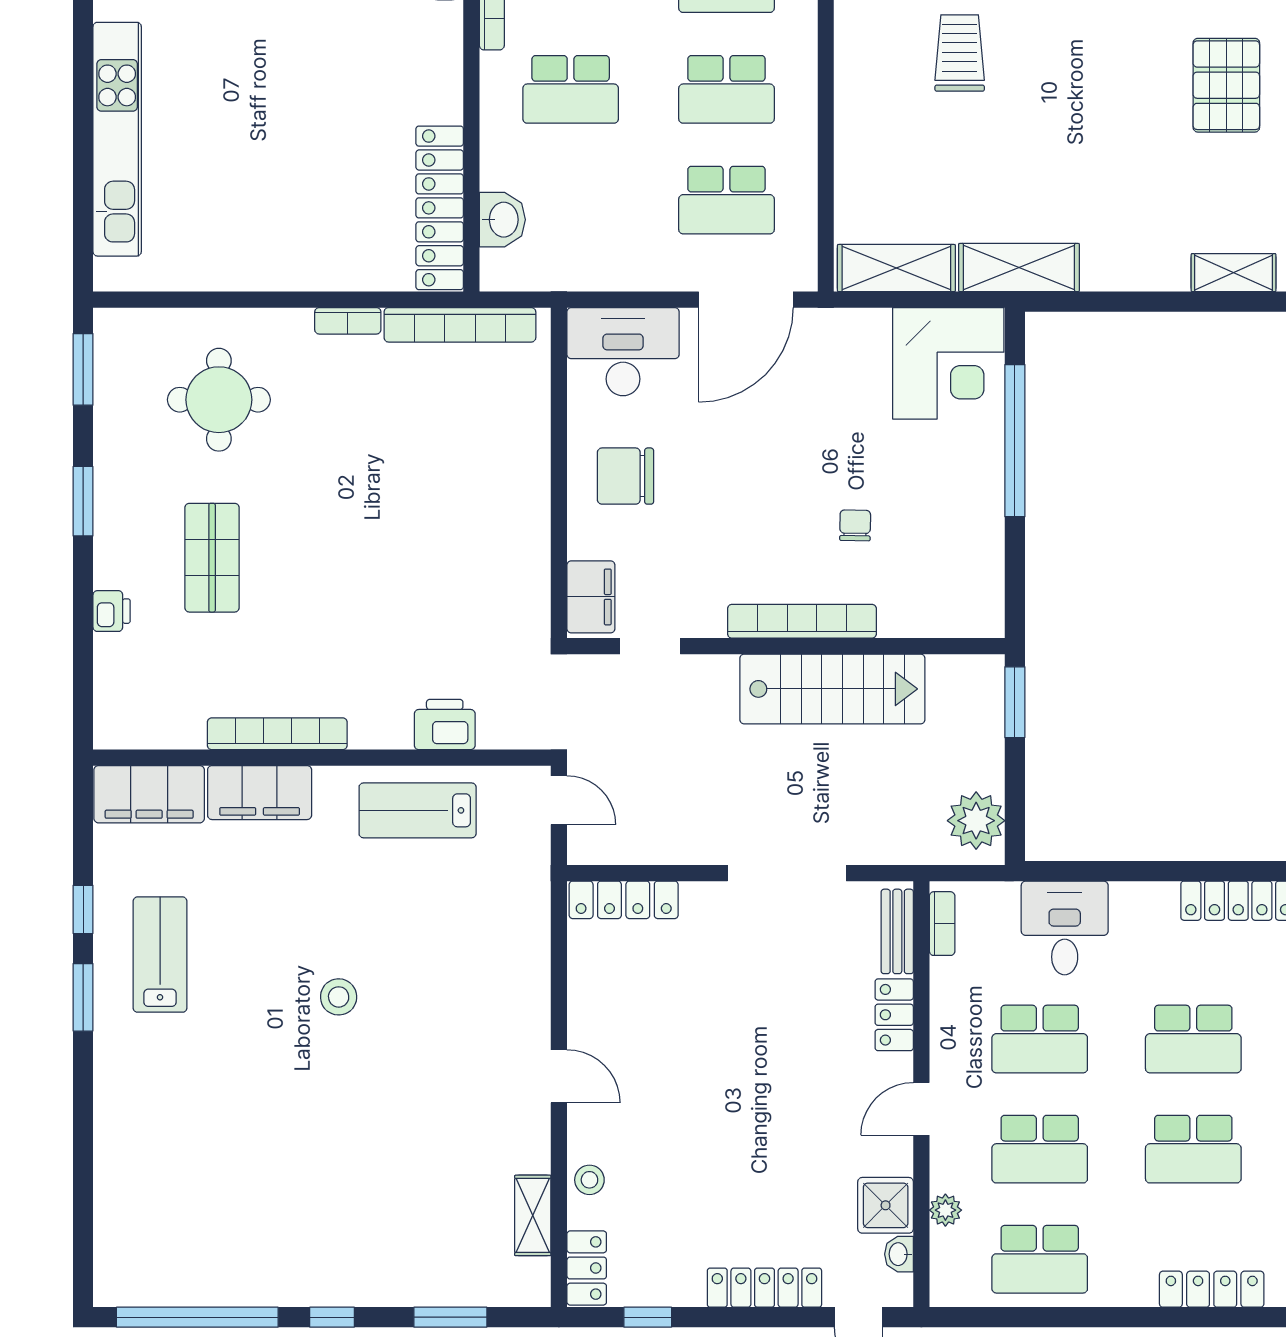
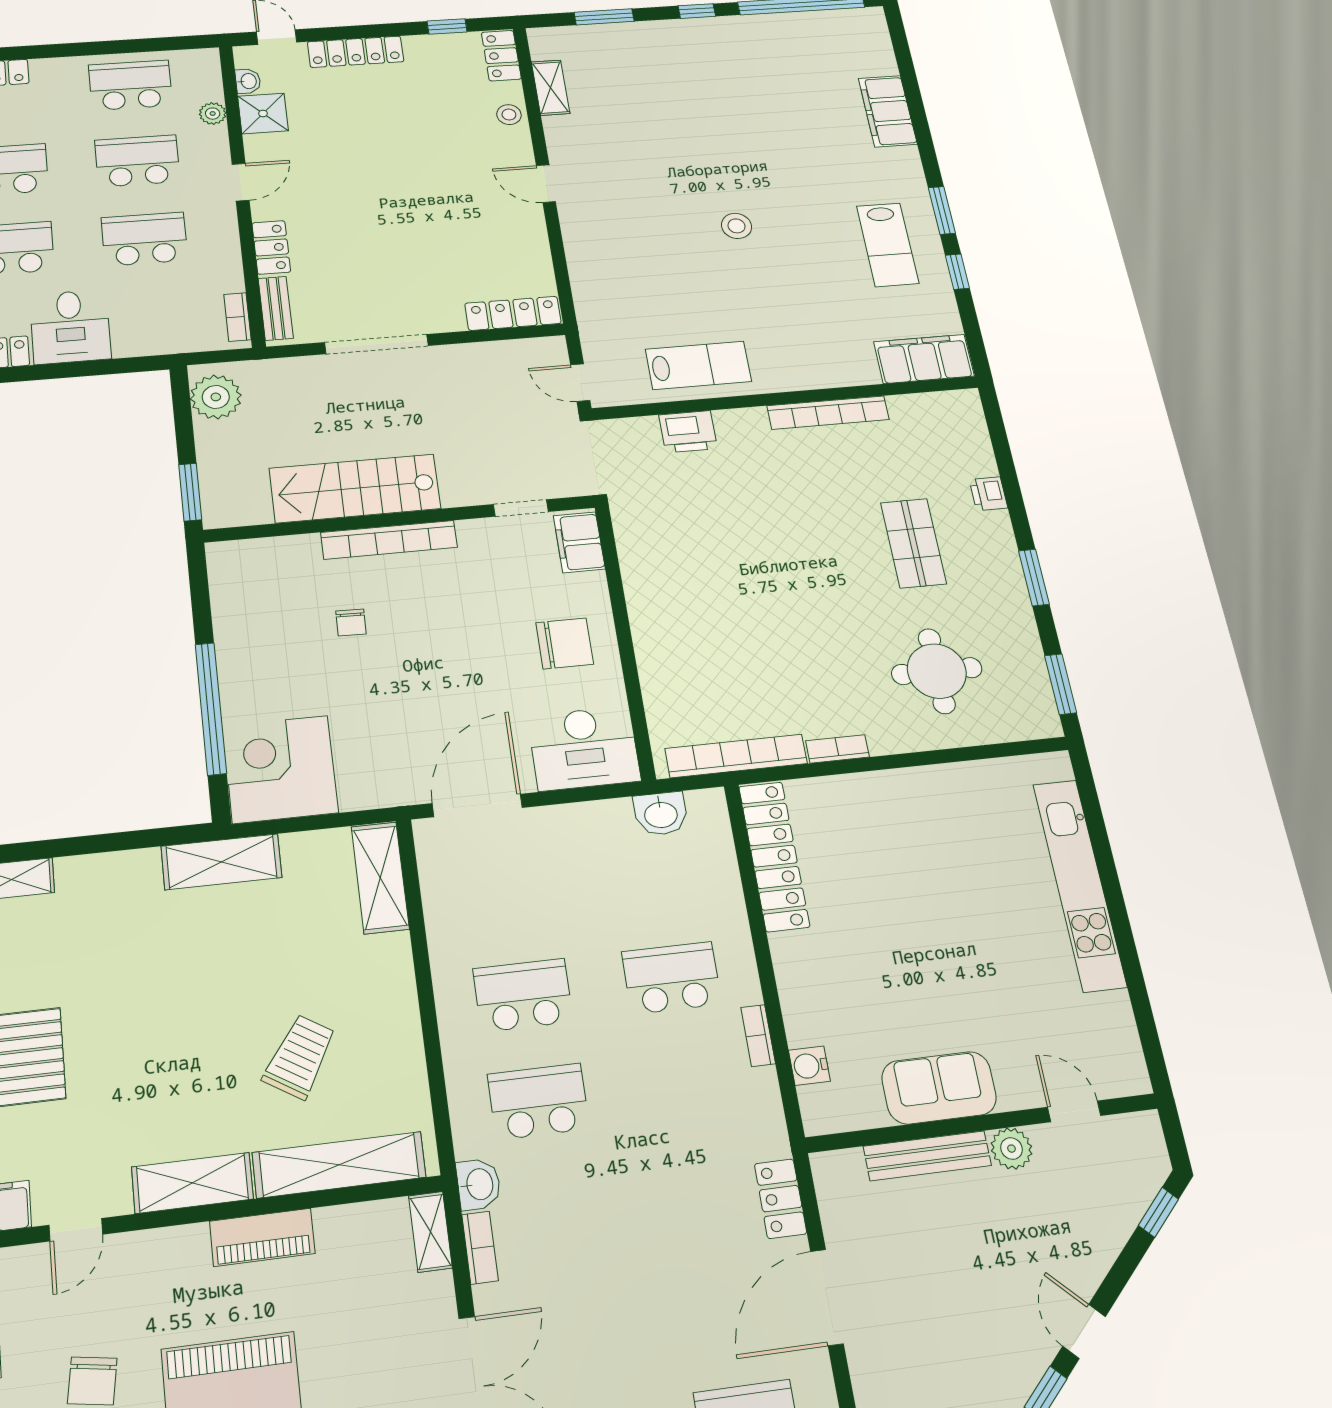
trolley: (960, 53) -> (300, 1057), turned -148
school desk: (726, 200) -> (508, 893), removed
washbasin: (502, 220) -> (661, 814), moved, turned -90
shelving: (896, 268) -> (380, 878), moved, turned 90
filing cabinet: (260, 793) -> (888, 111), moved, turned -90
desk: (1065, 928) -> (70, 327), moved

